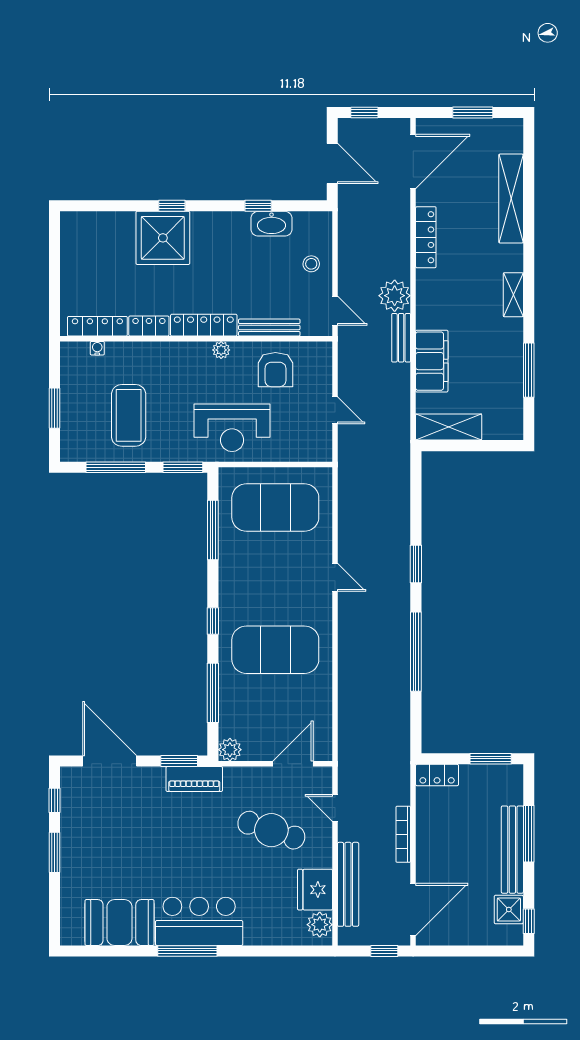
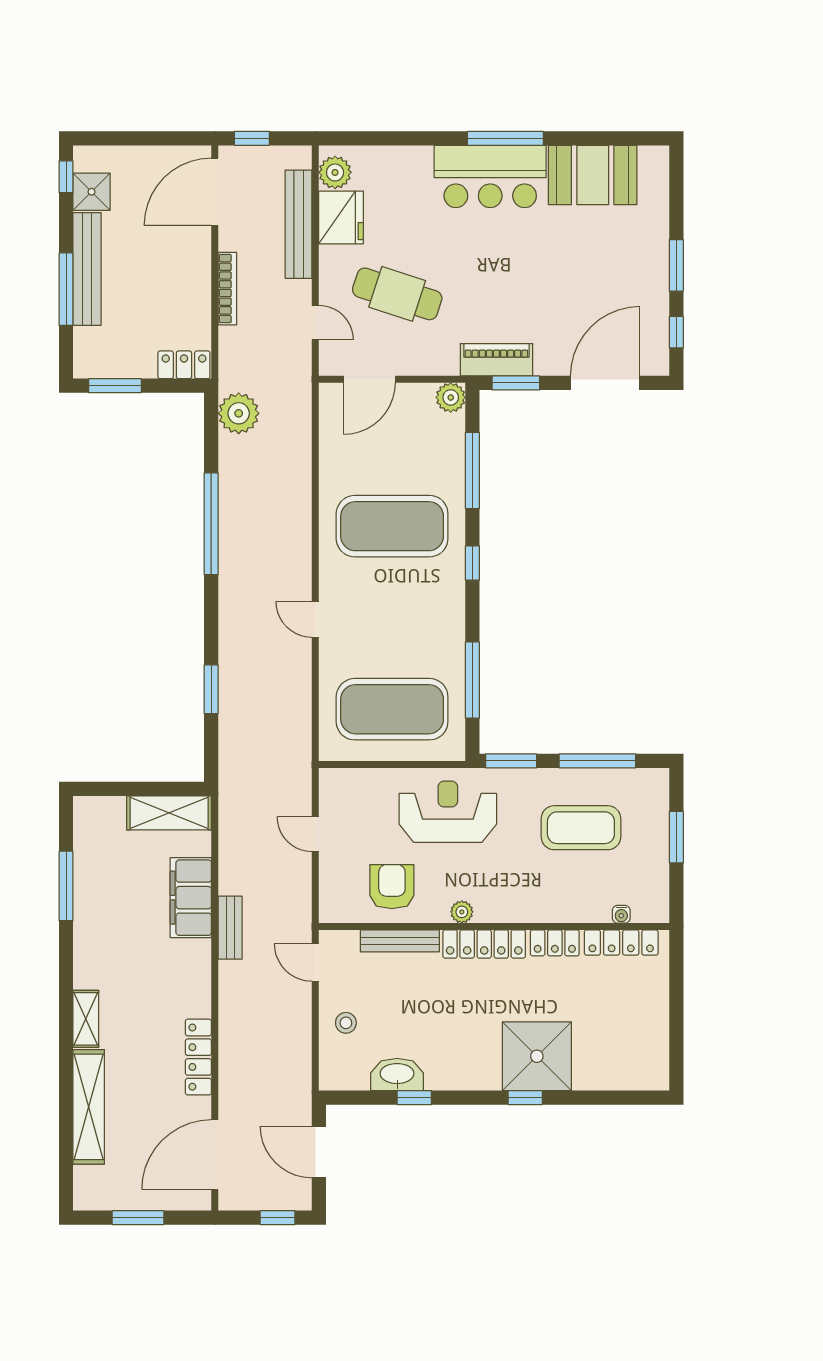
shelving: (513, 295) -> (86, 1019), moved
plant: (395, 296) -> (239, 413), moved
coffee table: (129, 415) -> (581, 828), turned 90
window: (416, 564) -> (211, 689), moved
door: (110, 761) -> (605, 383), swing flipped

